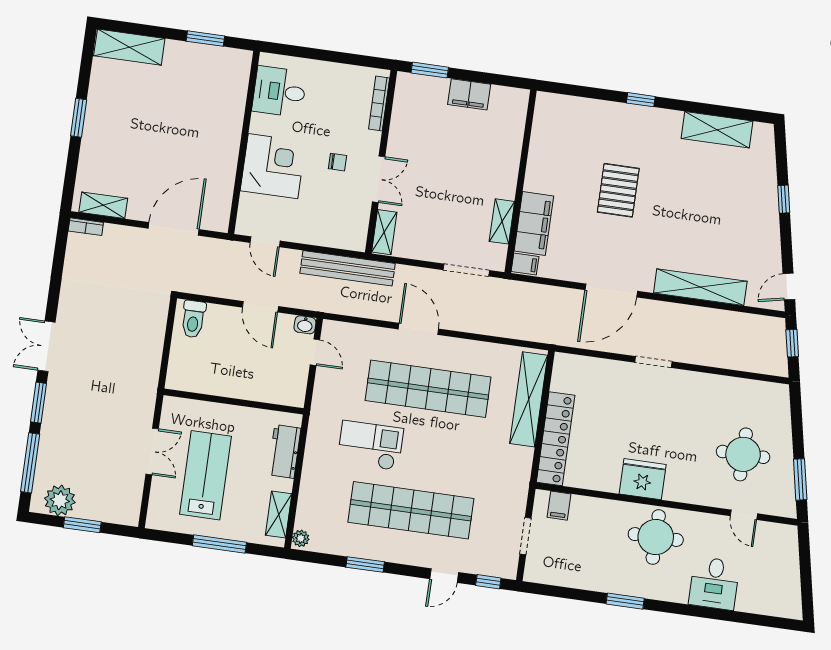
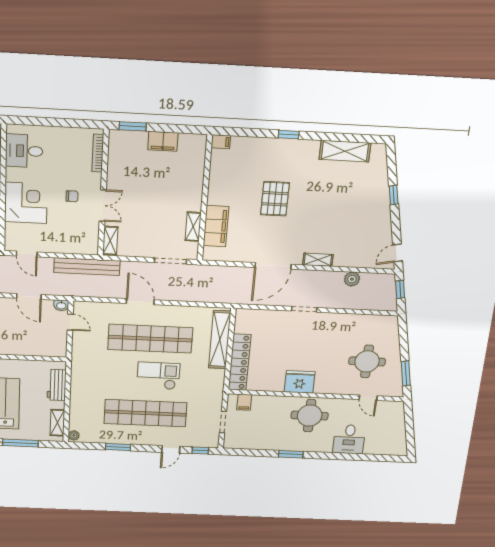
filing cabinet: (525, 264) -> (221, 142), moved
shelving: (700, 287) -> (318, 260), width x0.45, depth x0.75
plant: (723, 321) -> (352, 279), added
checkout: (370, 445) -> (158, 376), moved

